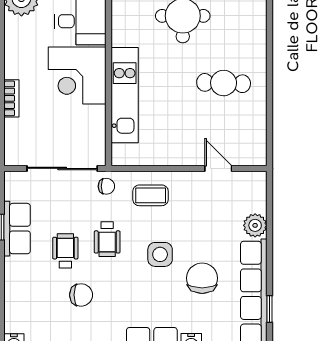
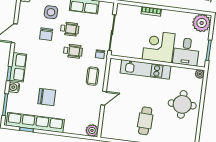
door: (218, 168) -> (104, 98), moved
plant: (255, 225) -> (92, 130), moved
wheelchair: (107, 239) -> (73, 51), turned 180
side table: (160, 254) -> (51, 12), moved

